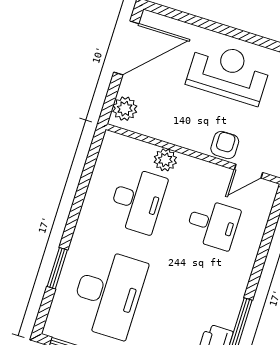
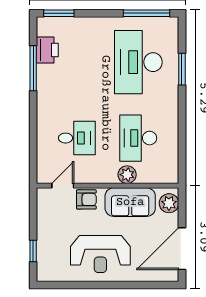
sofa: (172, 125) -> (130, 202), added
armchair: (225, 145) -> (86, 199), turned -90
desk: (213, 224) -> (77, 138), turned 180

